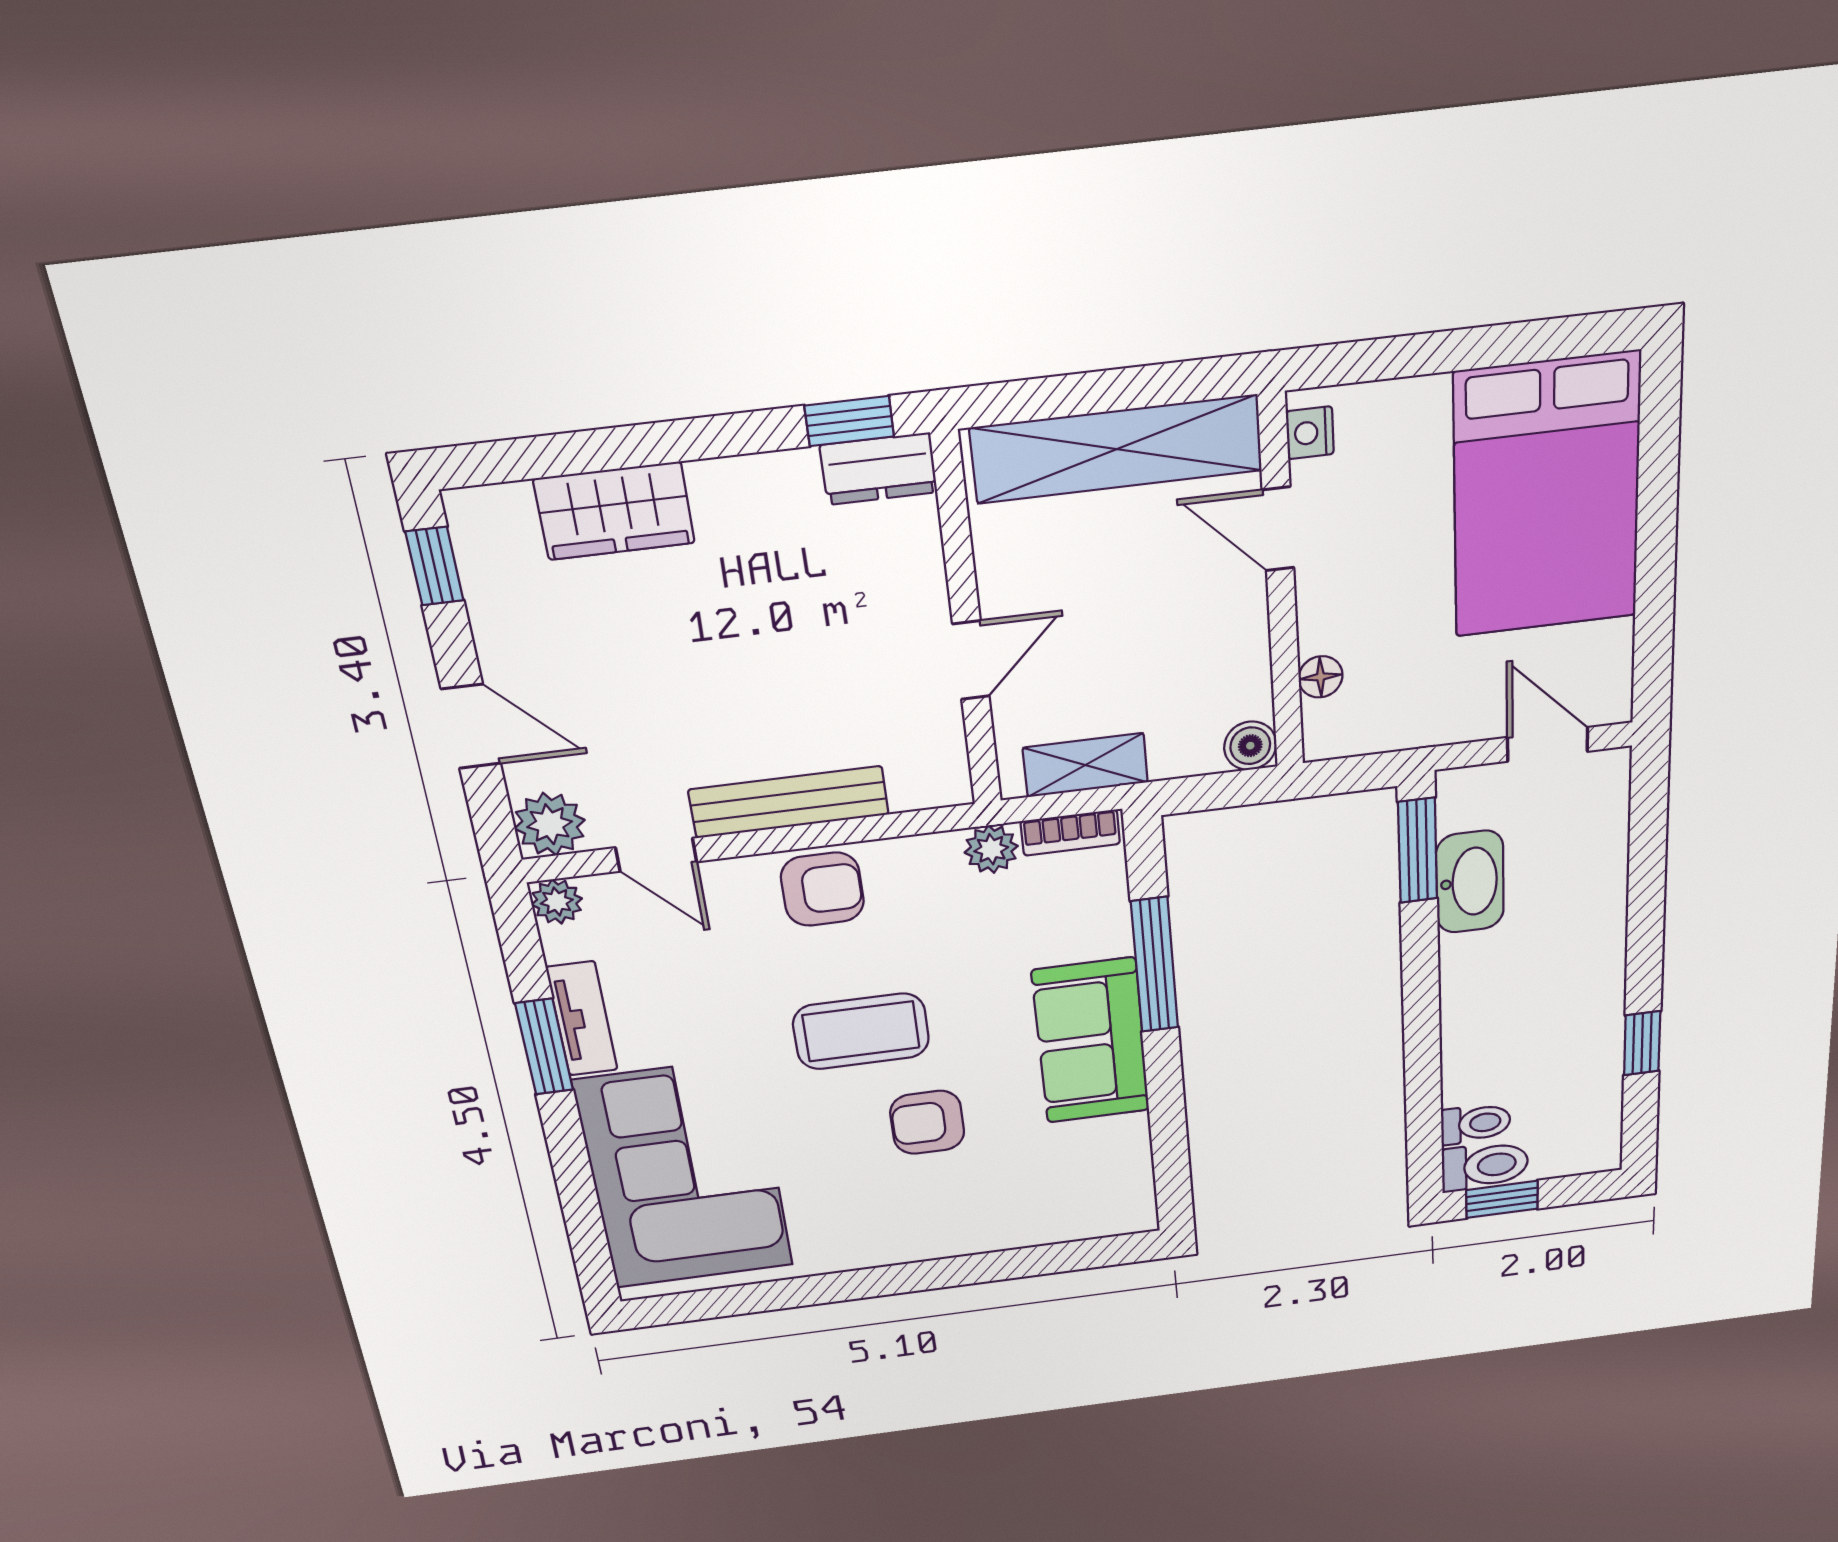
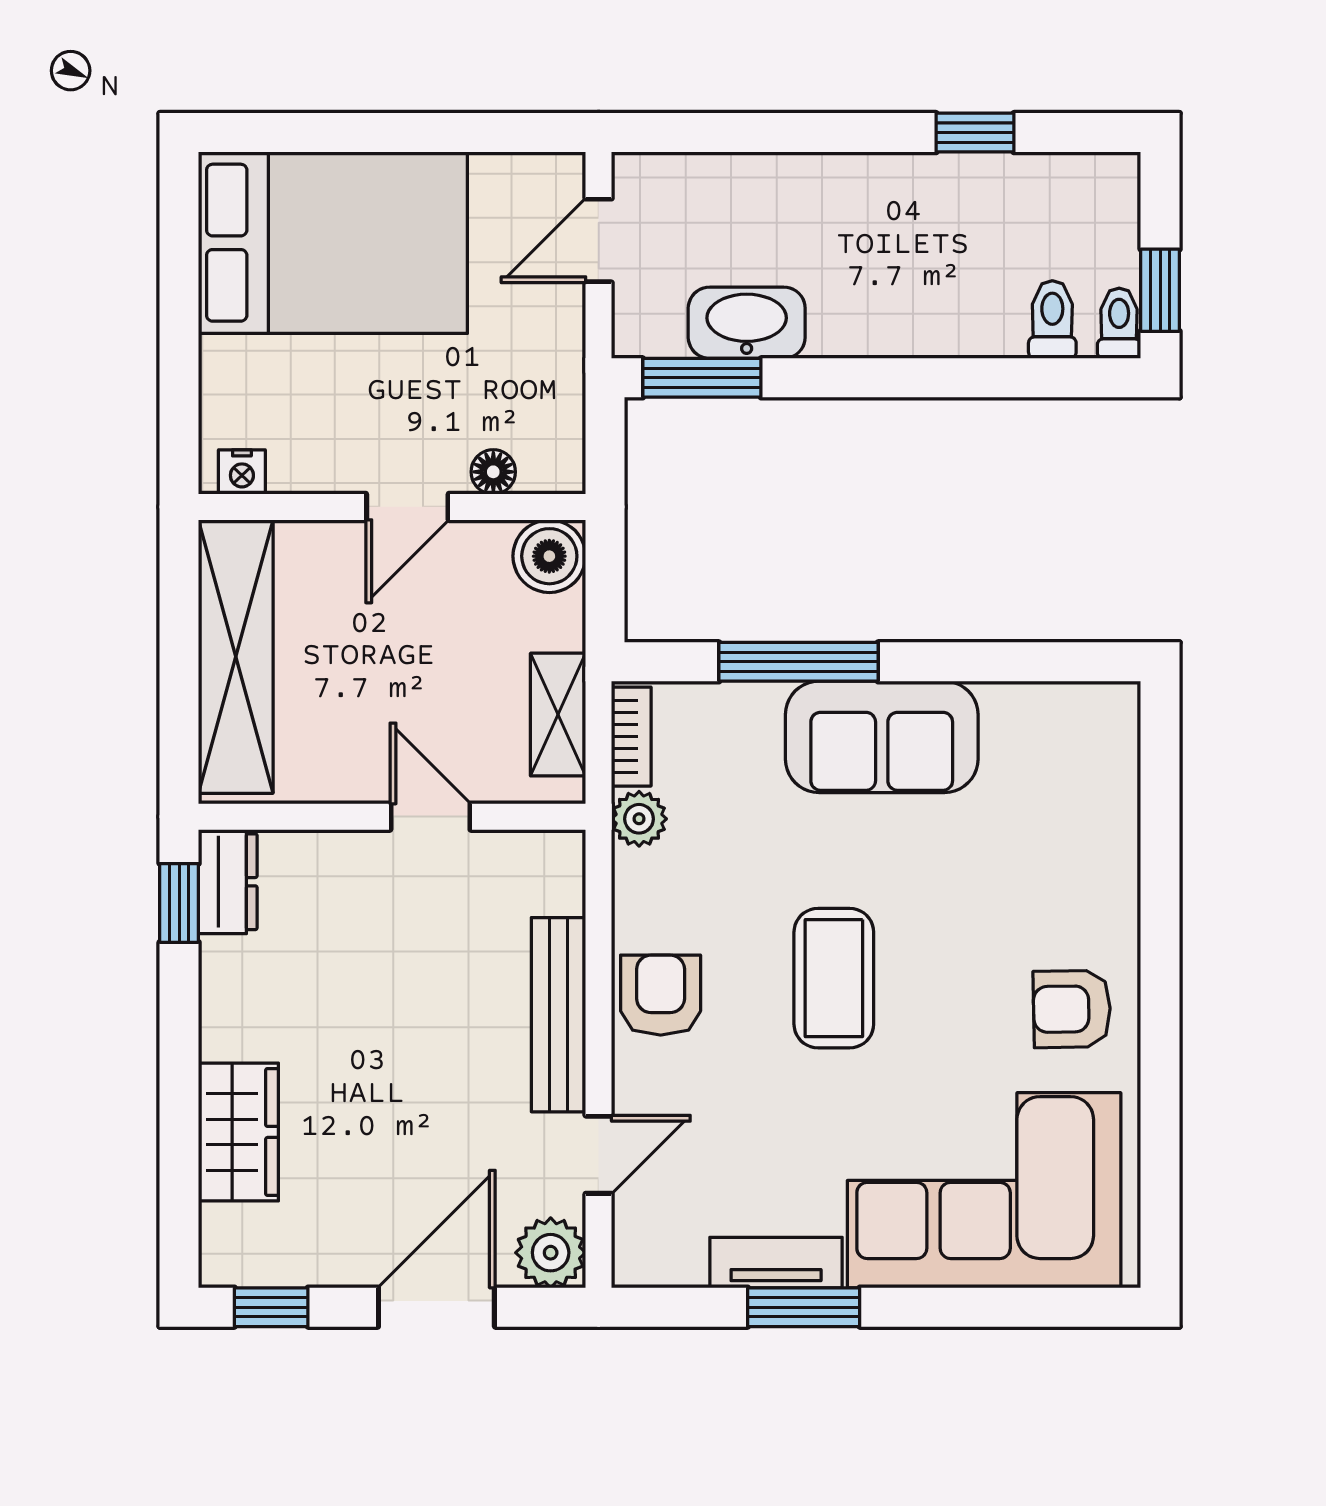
door: (1278, 529) -> (407, 507), moved
door: (471, 726) -> (436, 1307), width x1.38
boiler: (1250, 746) -> (549, 556), width x1.36, depth x1.36
plant: (557, 902) -> (637, 1262), removed
armchair: (927, 1122) -> (1072, 1009), moved, turned 89
toilet: (1485, 1166) -> (1119, 323), width x0.73, depth x0.72

